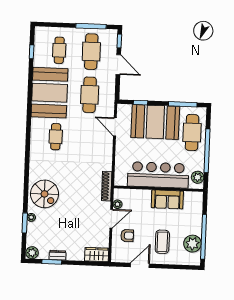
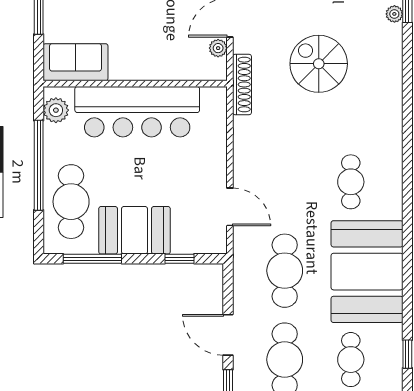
booth: (155, 122) -> (134, 230), width x0.73, depth x0.70
spiral stairs: (45, 194) -> (319, 64), moved
sofa: (167, 199) -> (76, 62), moved

